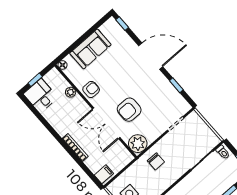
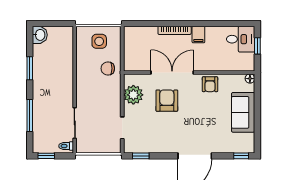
window: (176, 85) -> (141, 156), moved
plant: (71, 92) -> (222, 66), removed
plant: (138, 144) -> (133, 95), moved
chair: (156, 161) -> (108, 68), moved
filing cabinet: (104, 174) -> (198, 35), moved

